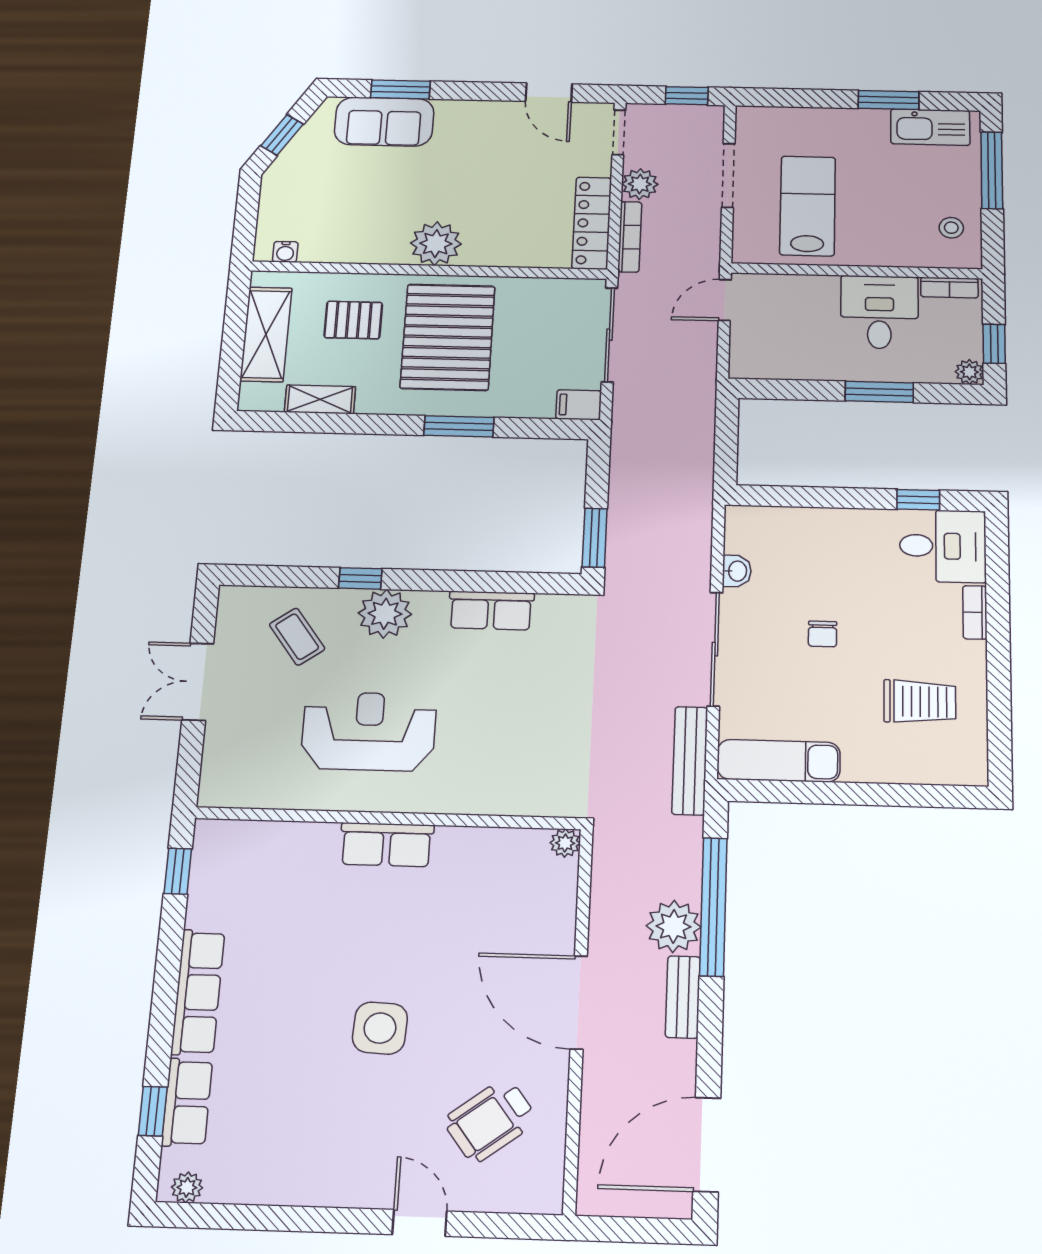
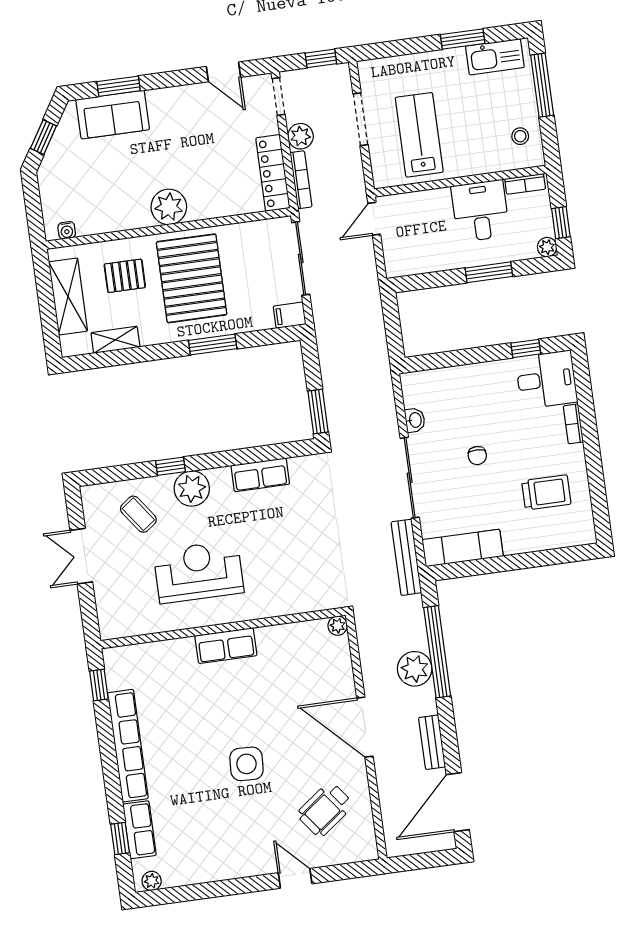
row of seats: (198, 992) -> (128, 746), width x1.36
bench: (683, 997) -> (432, 742), moved

